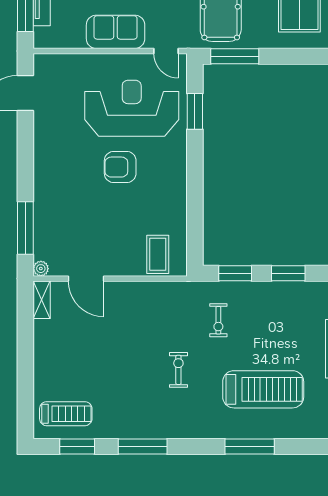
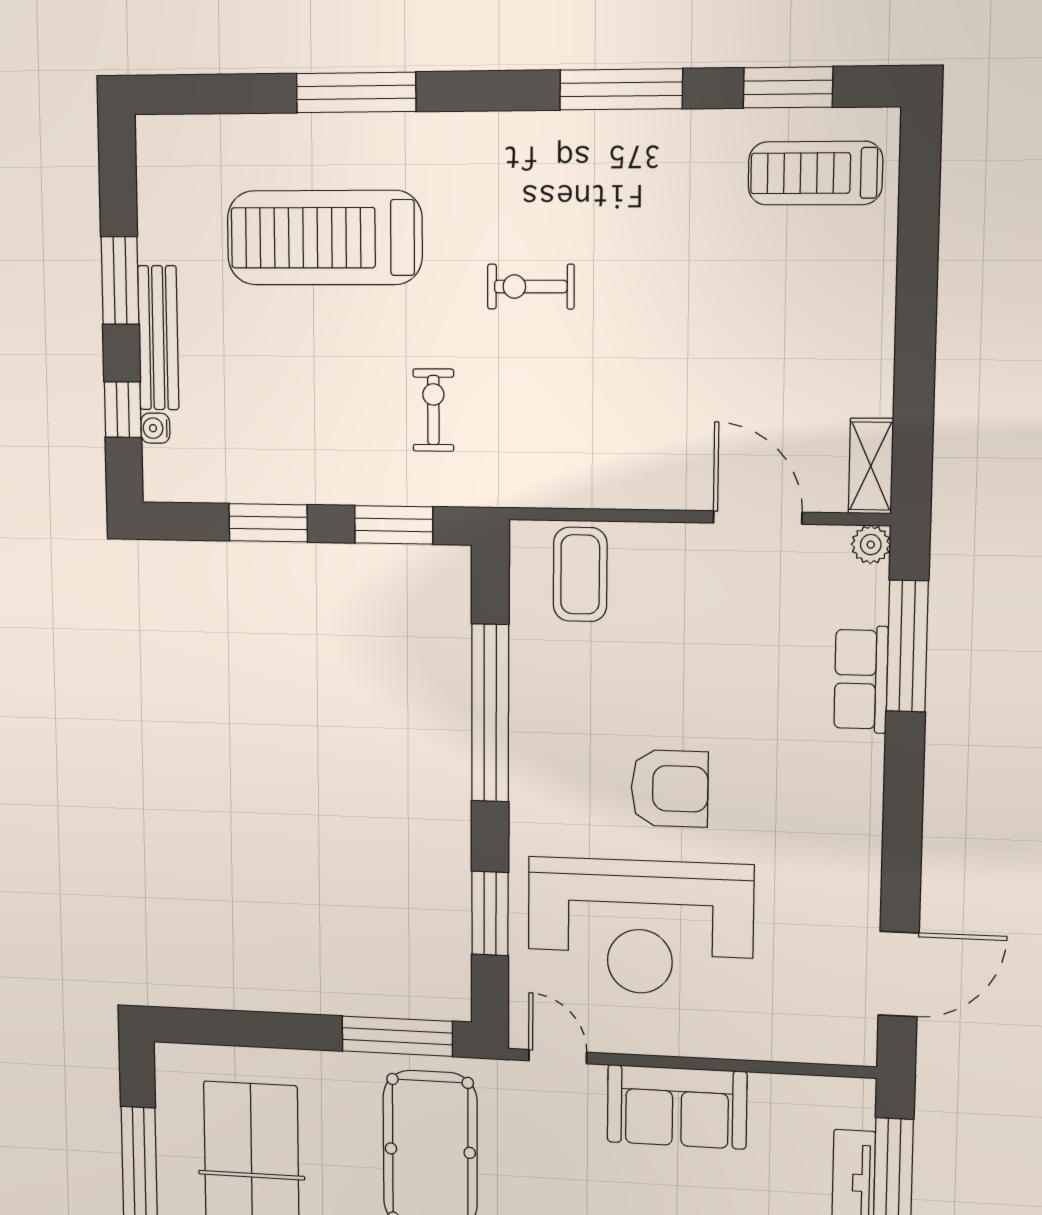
window: (195, 196) -> (490, 713), added
row of seats: (43, 214) -> (861, 679), added
exercise bike: (178, 370) -> (531, 287), turned 90

